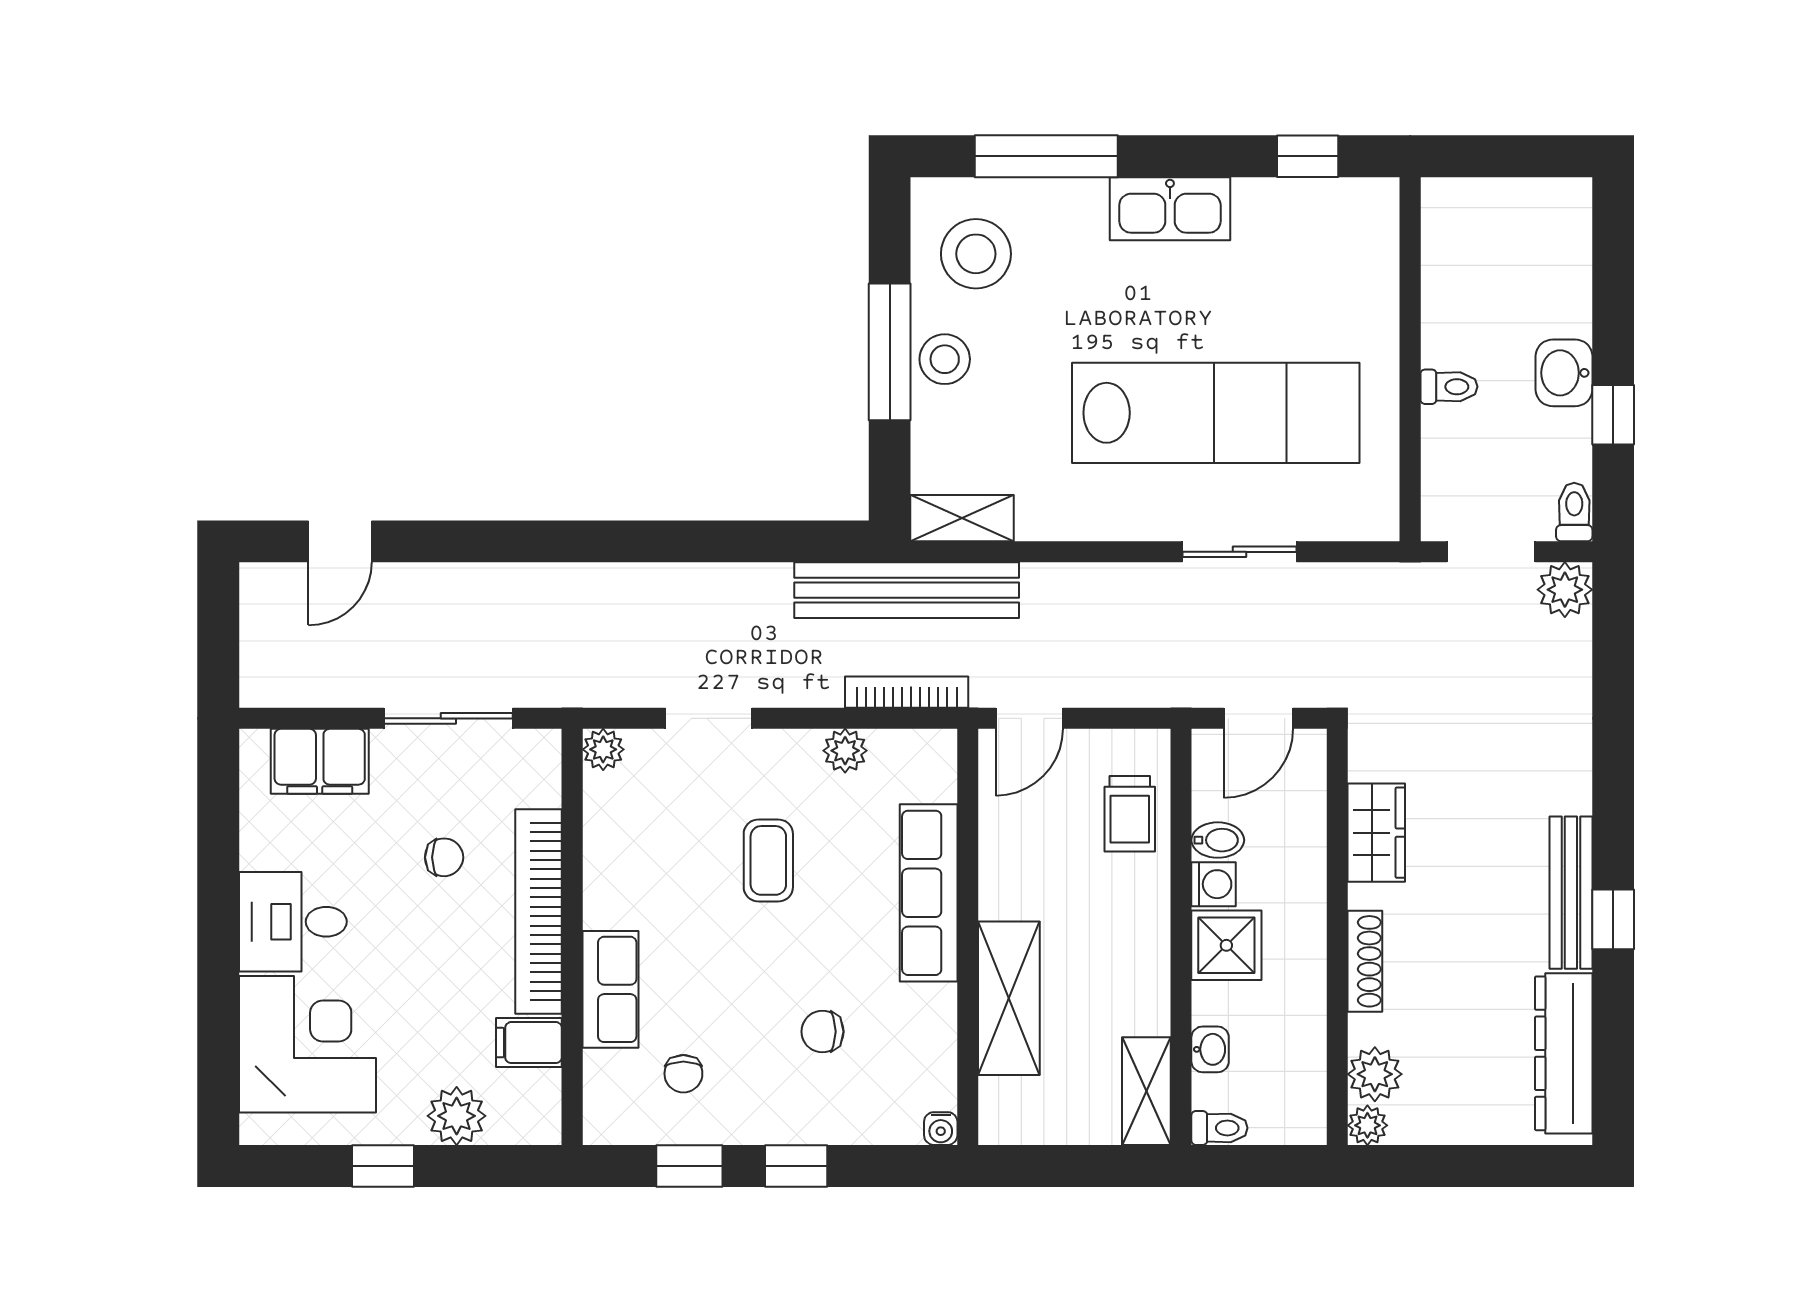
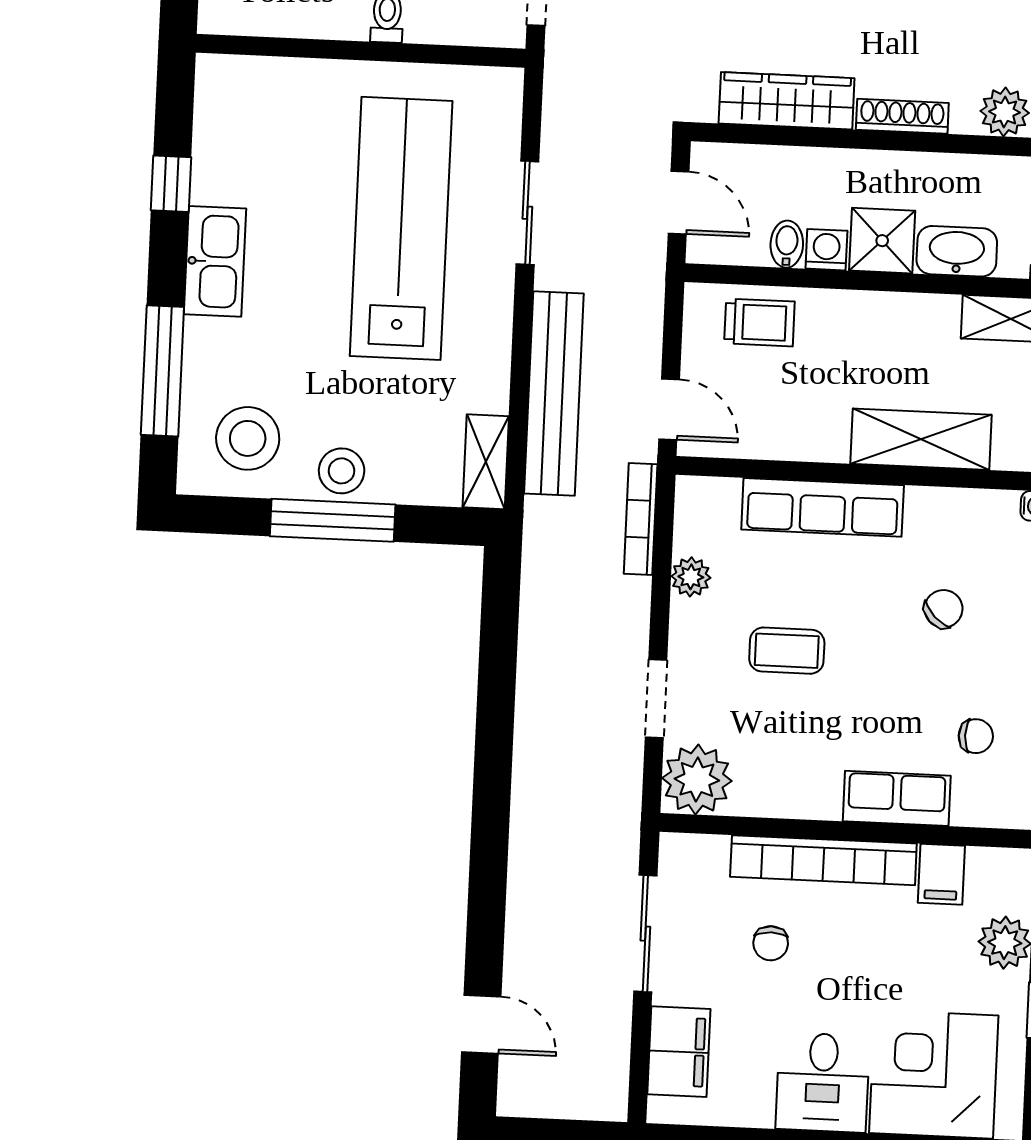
window: (1308, 156) -> (171, 184), moved
bench: (907, 590) -> (554, 393), moved
plant: (603, 749) -> (697, 780), width x1.87, depth x1.87
wardrobe: (1376, 833) -> (787, 101), width x1.50
chair: (444, 857) -> (771, 943), turned 180
chair: (822, 1032) -> (943, 609), turned -135
washbasin: (1210, 1049) -> (957, 251), width x1.91, depth x1.45

